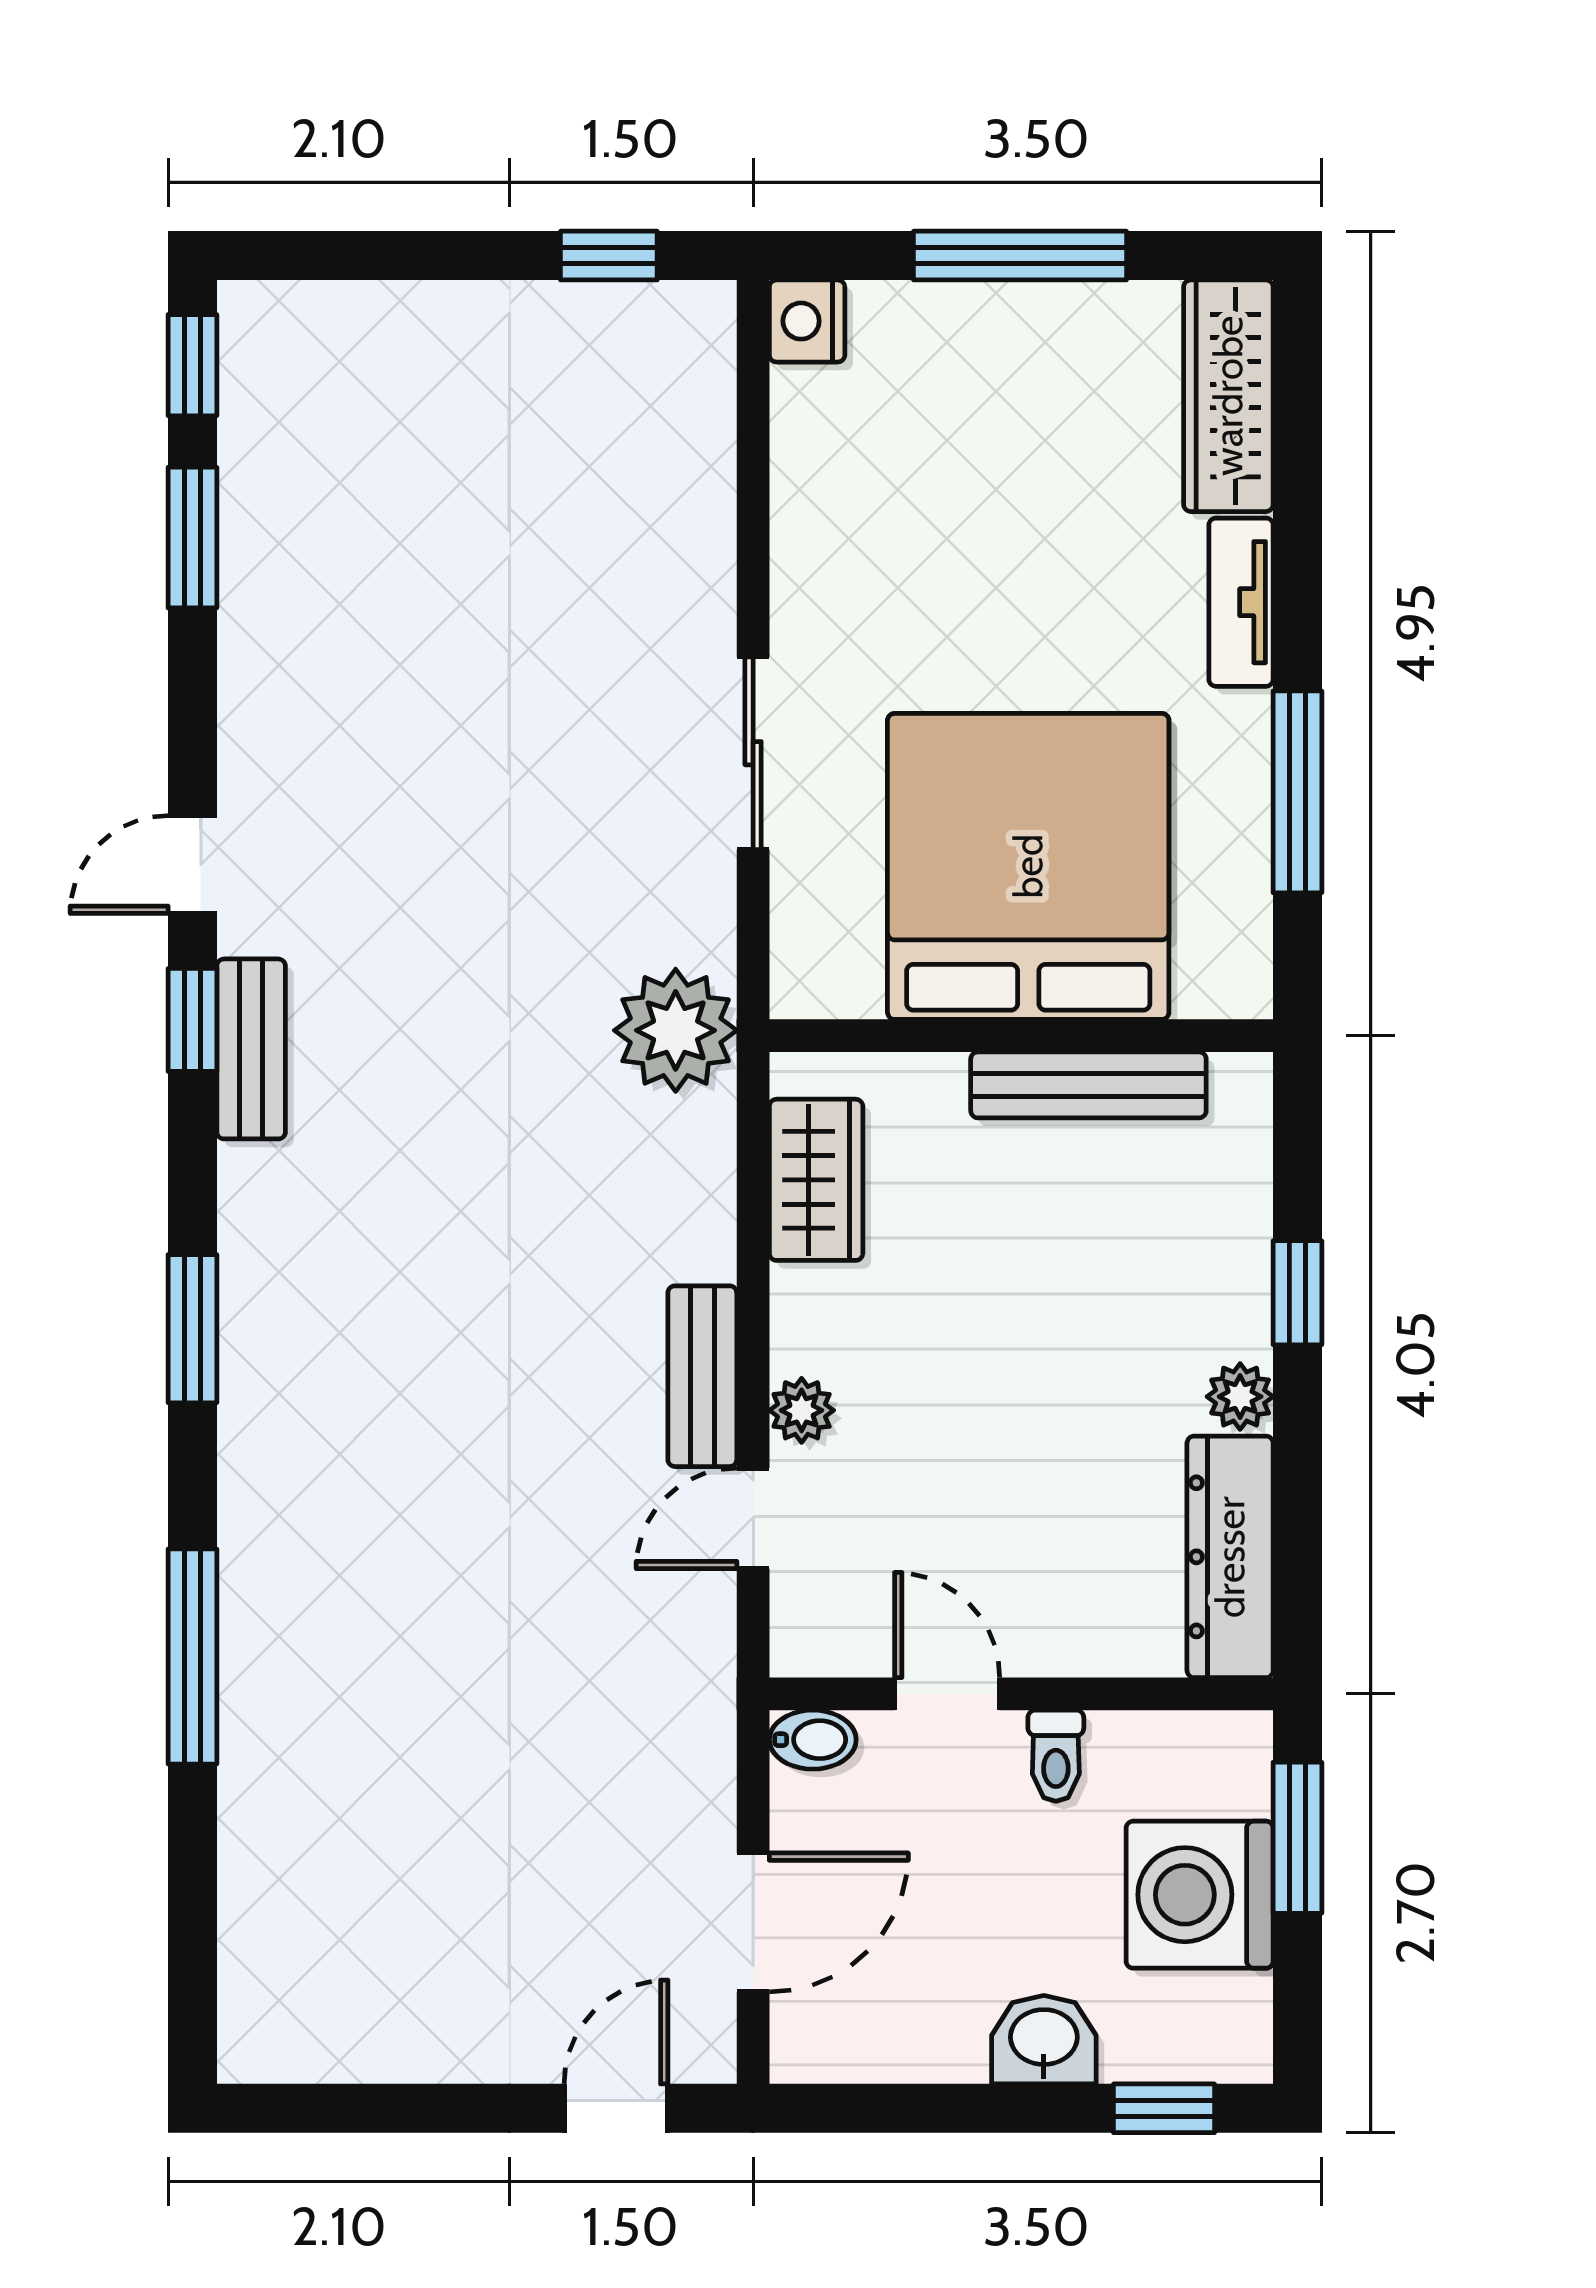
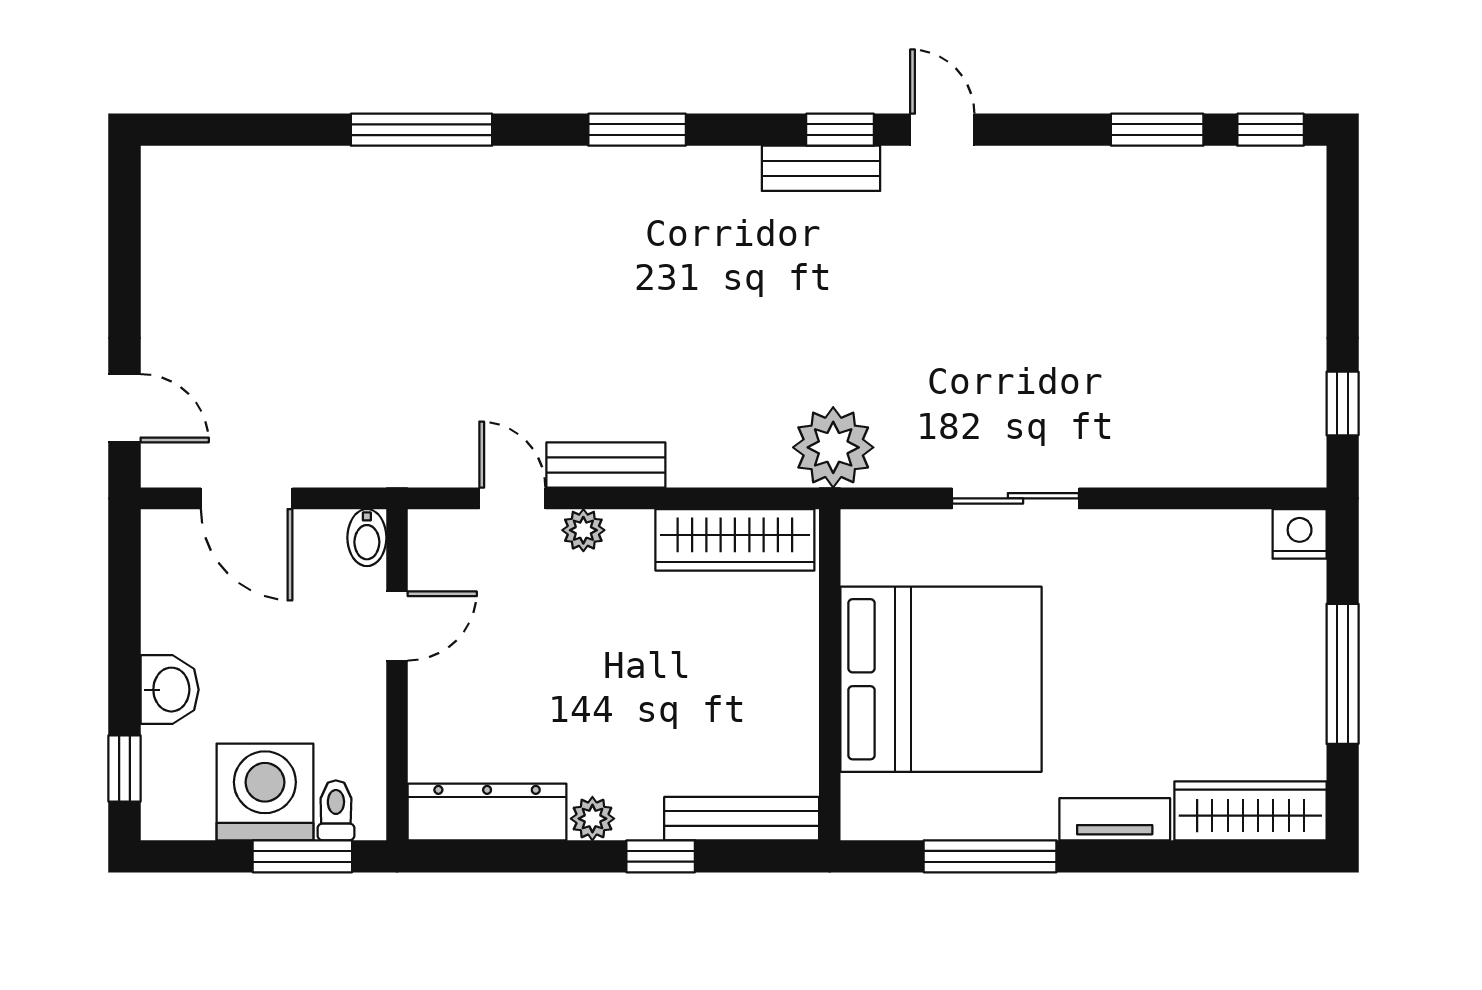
bench: (1088, 1085) -> (742, 819), moved, turned 90
wardrobe: (816, 1180) -> (735, 540), width x1.50
toilet: (1056, 1756) -> (336, 810), moved, turned 90

